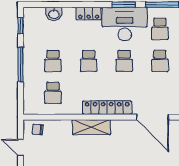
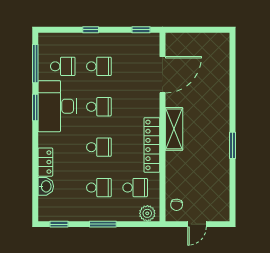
locker: (89, 14) -> (45, 162), moved
window: (21, 64) -> (103, 224), width x0.69
plant: (30, 104) -> (147, 213), added
locker: (107, 108) -> (152, 145), moved
shelving: (91, 127) -> (174, 129), moved

